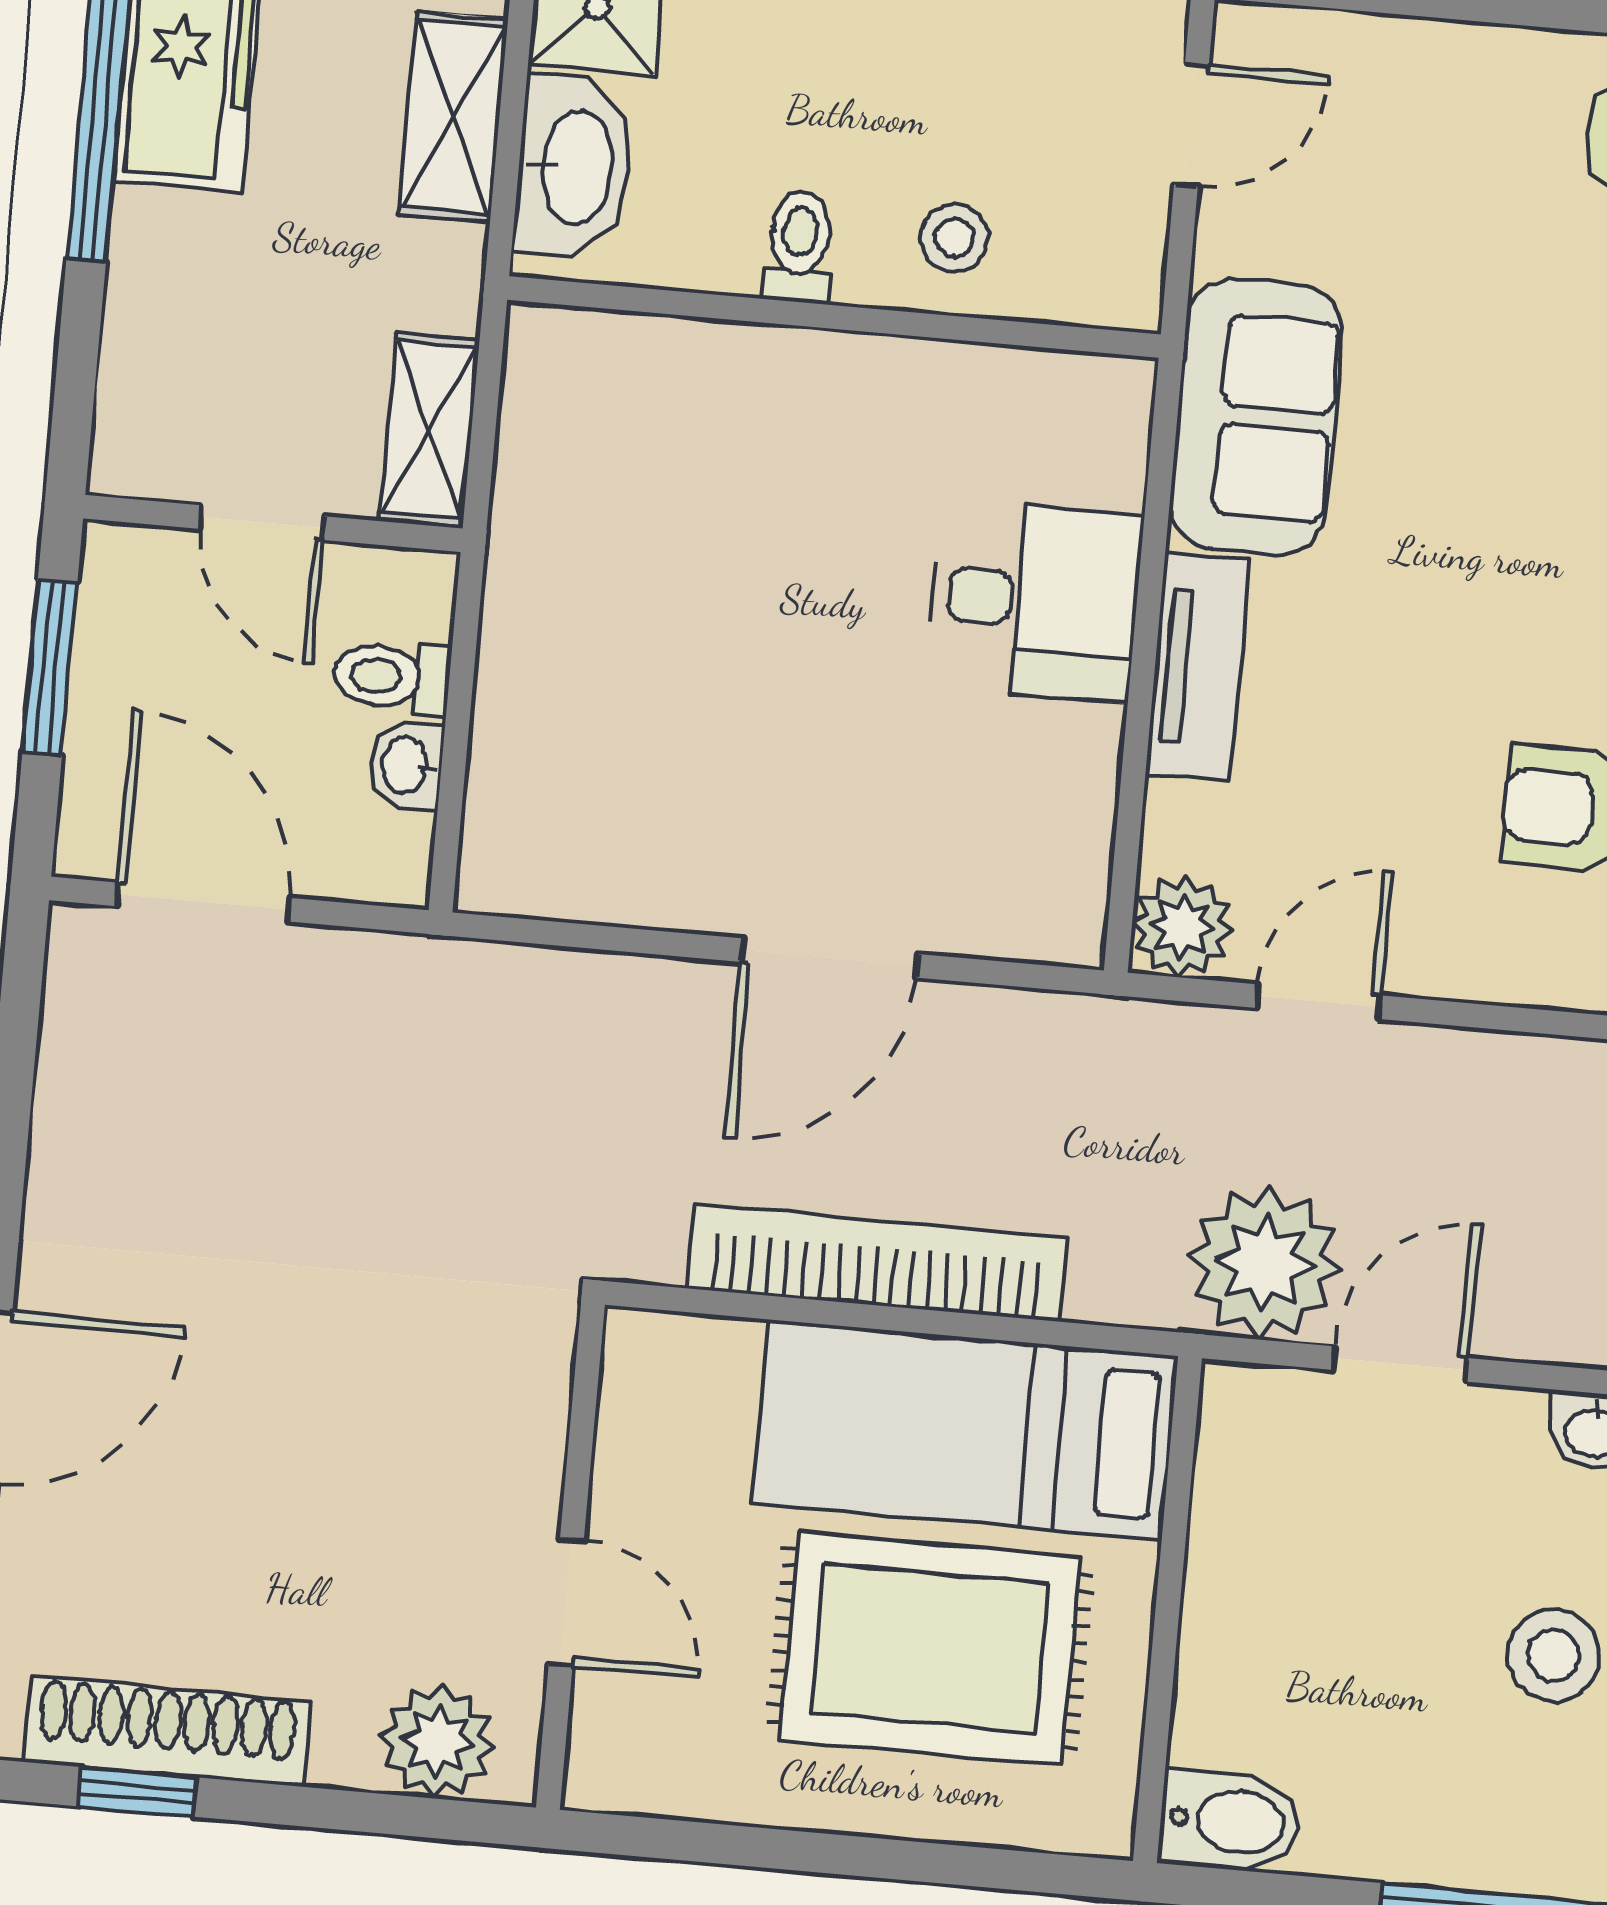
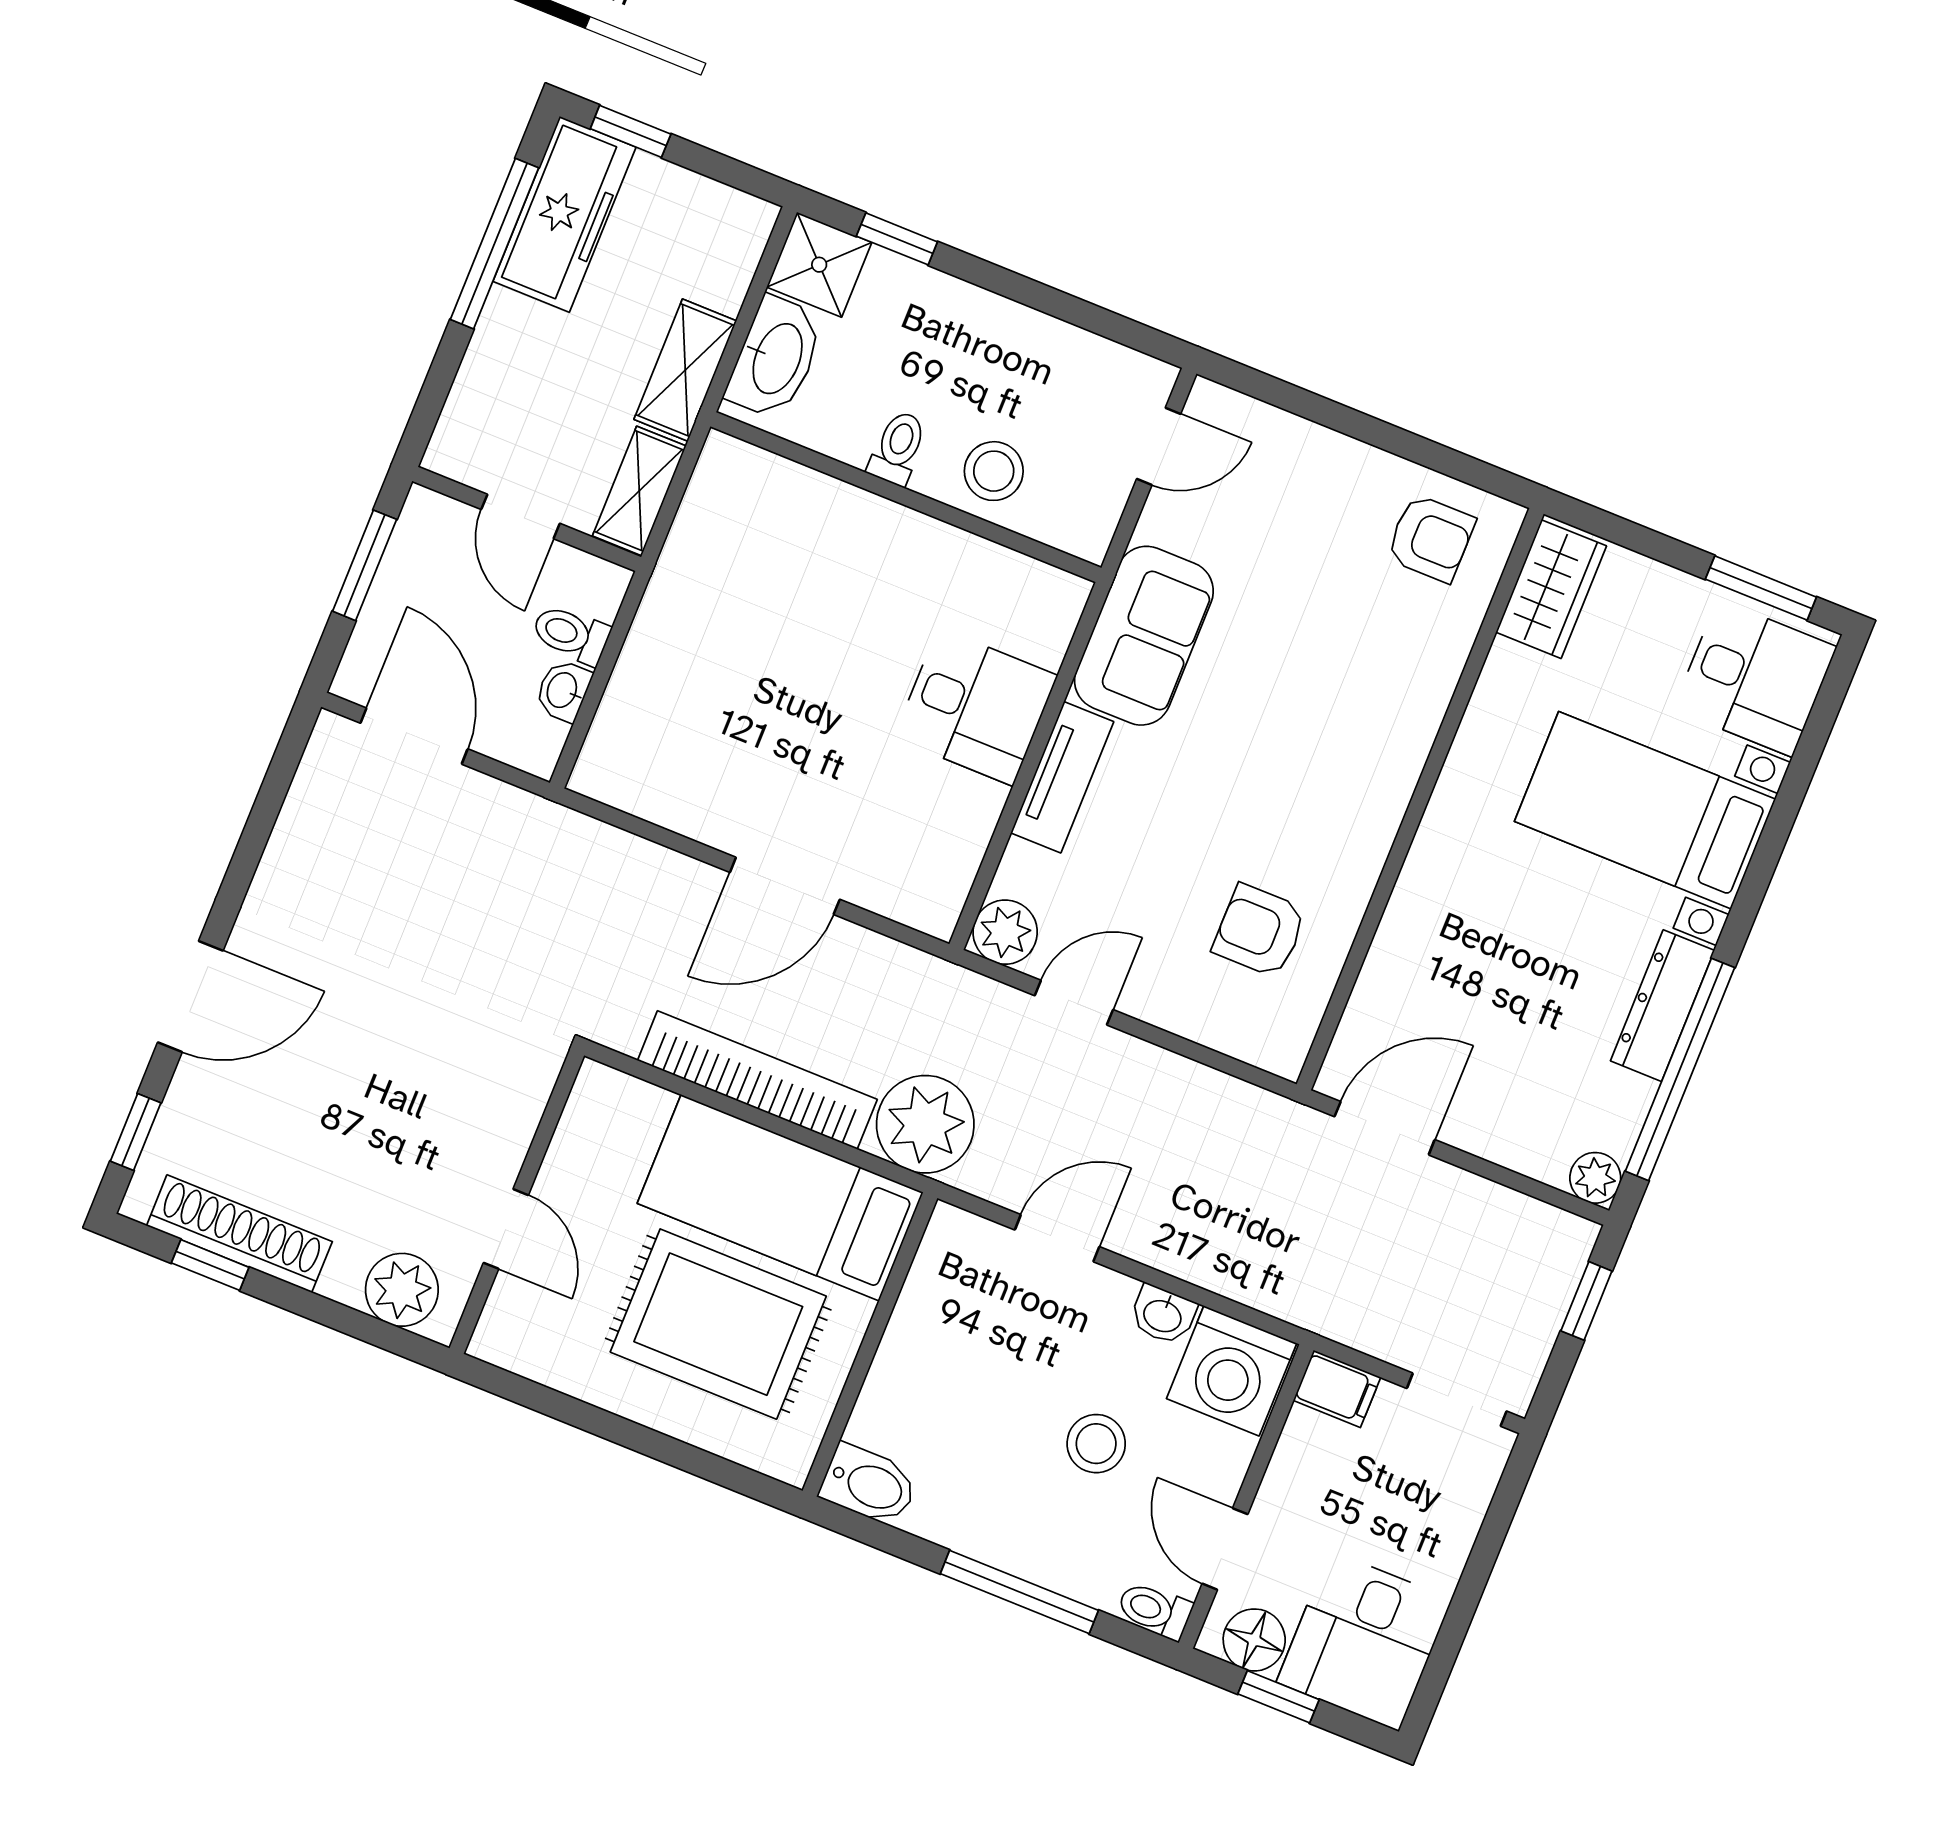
shelving: (453, 117) -> (685, 370), moved
stool: (954, 238) -> (994, 471), width x1.37, depth x1.37
plant: (1264, 1263) -> (925, 1124), moved

